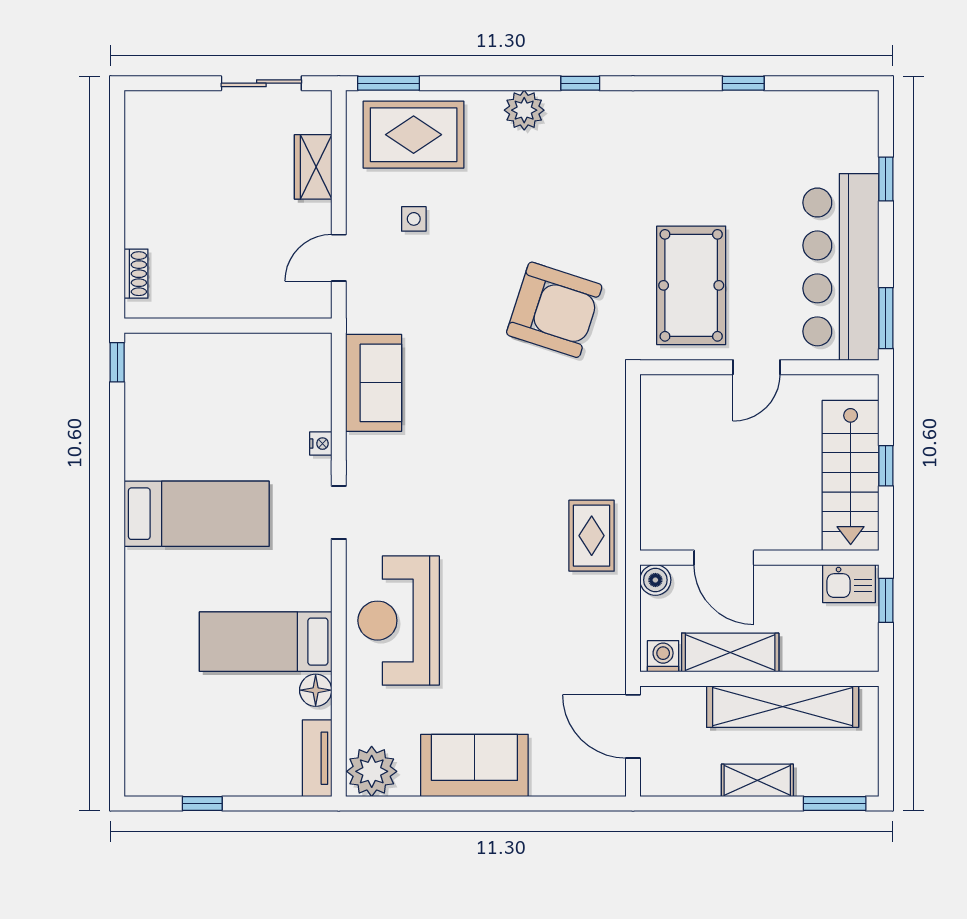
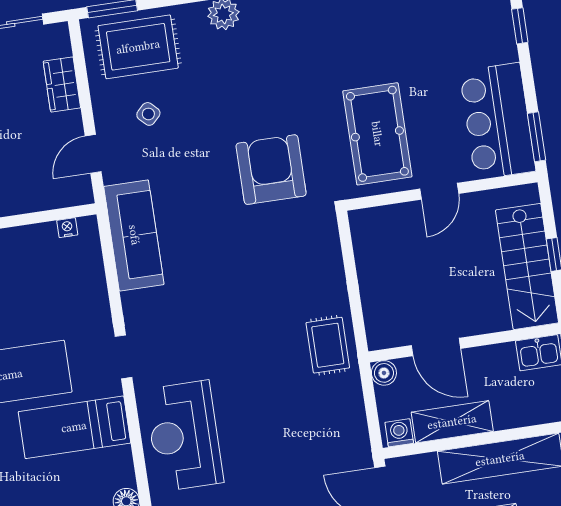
side table: (414, 219) -> (148, 114), turned 45
bar counter: (841, 267) -> (497, 121), width x0.73
armchair: (554, 310) -> (271, 170), turned -108
sofa: (374, 383) -> (134, 235), width x1.36
nightstand: (321, 444) -> (67, 228), moved, turned -90
bed: (266, 642) -> (74, 427), moved

